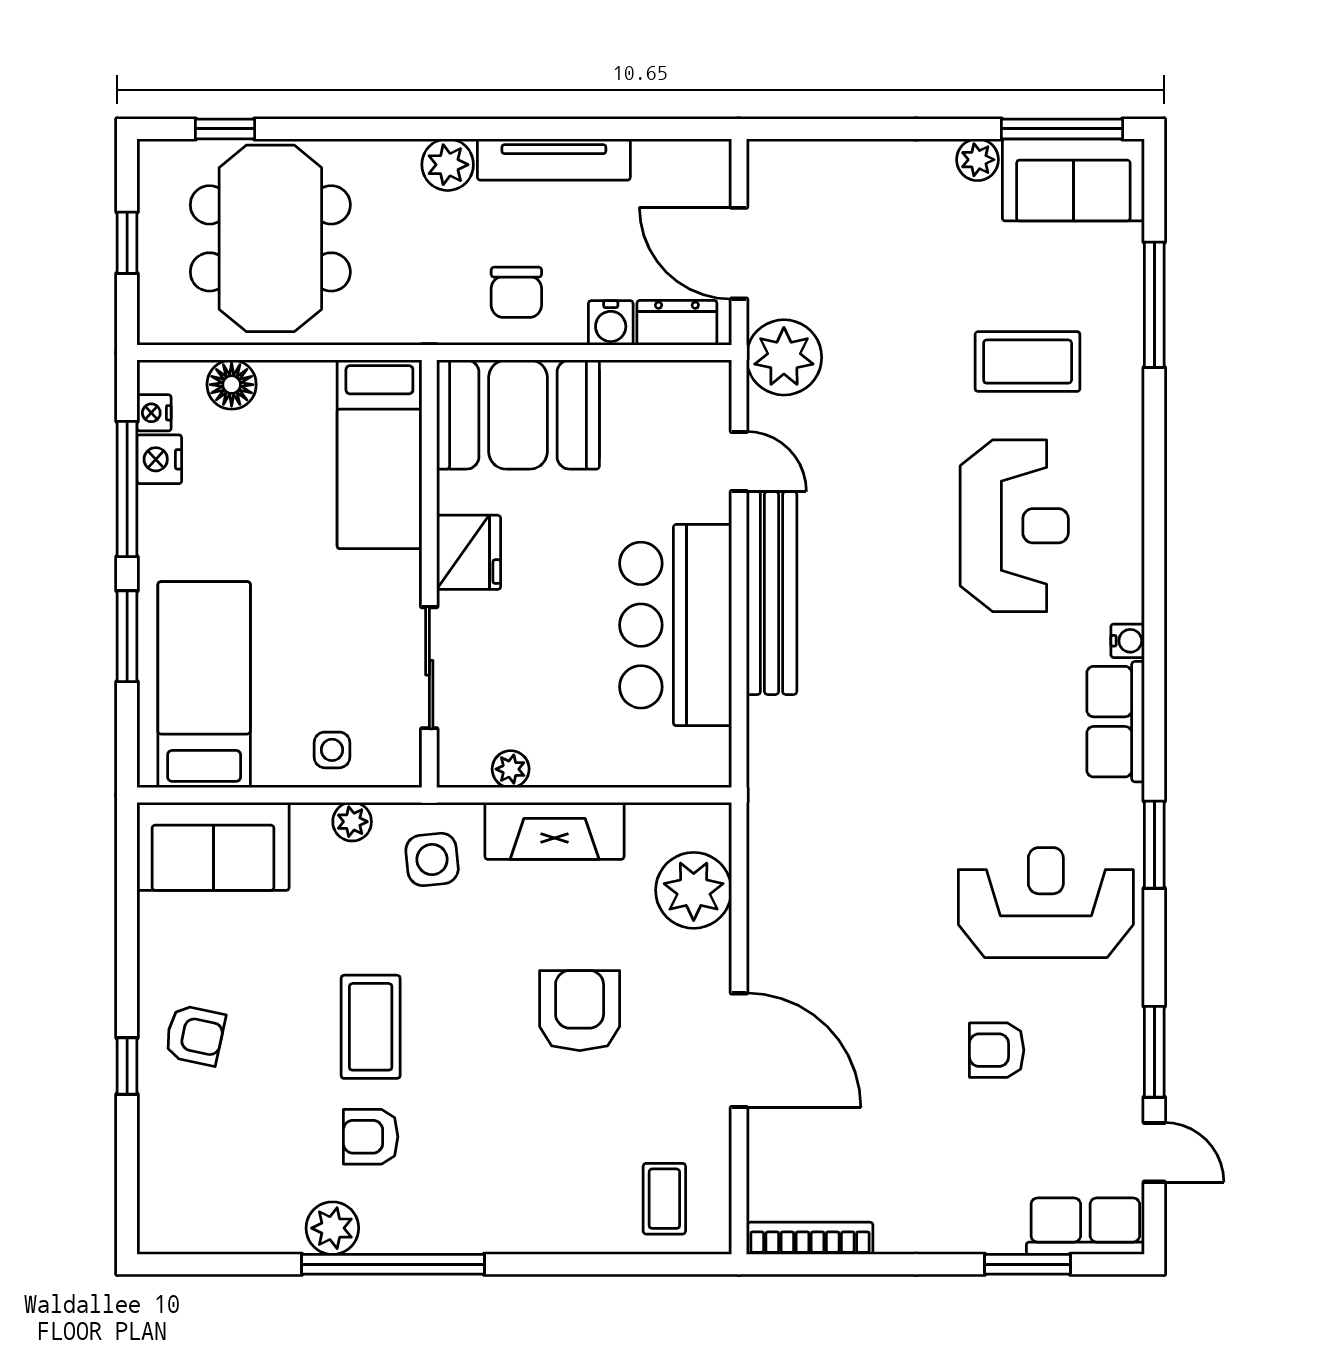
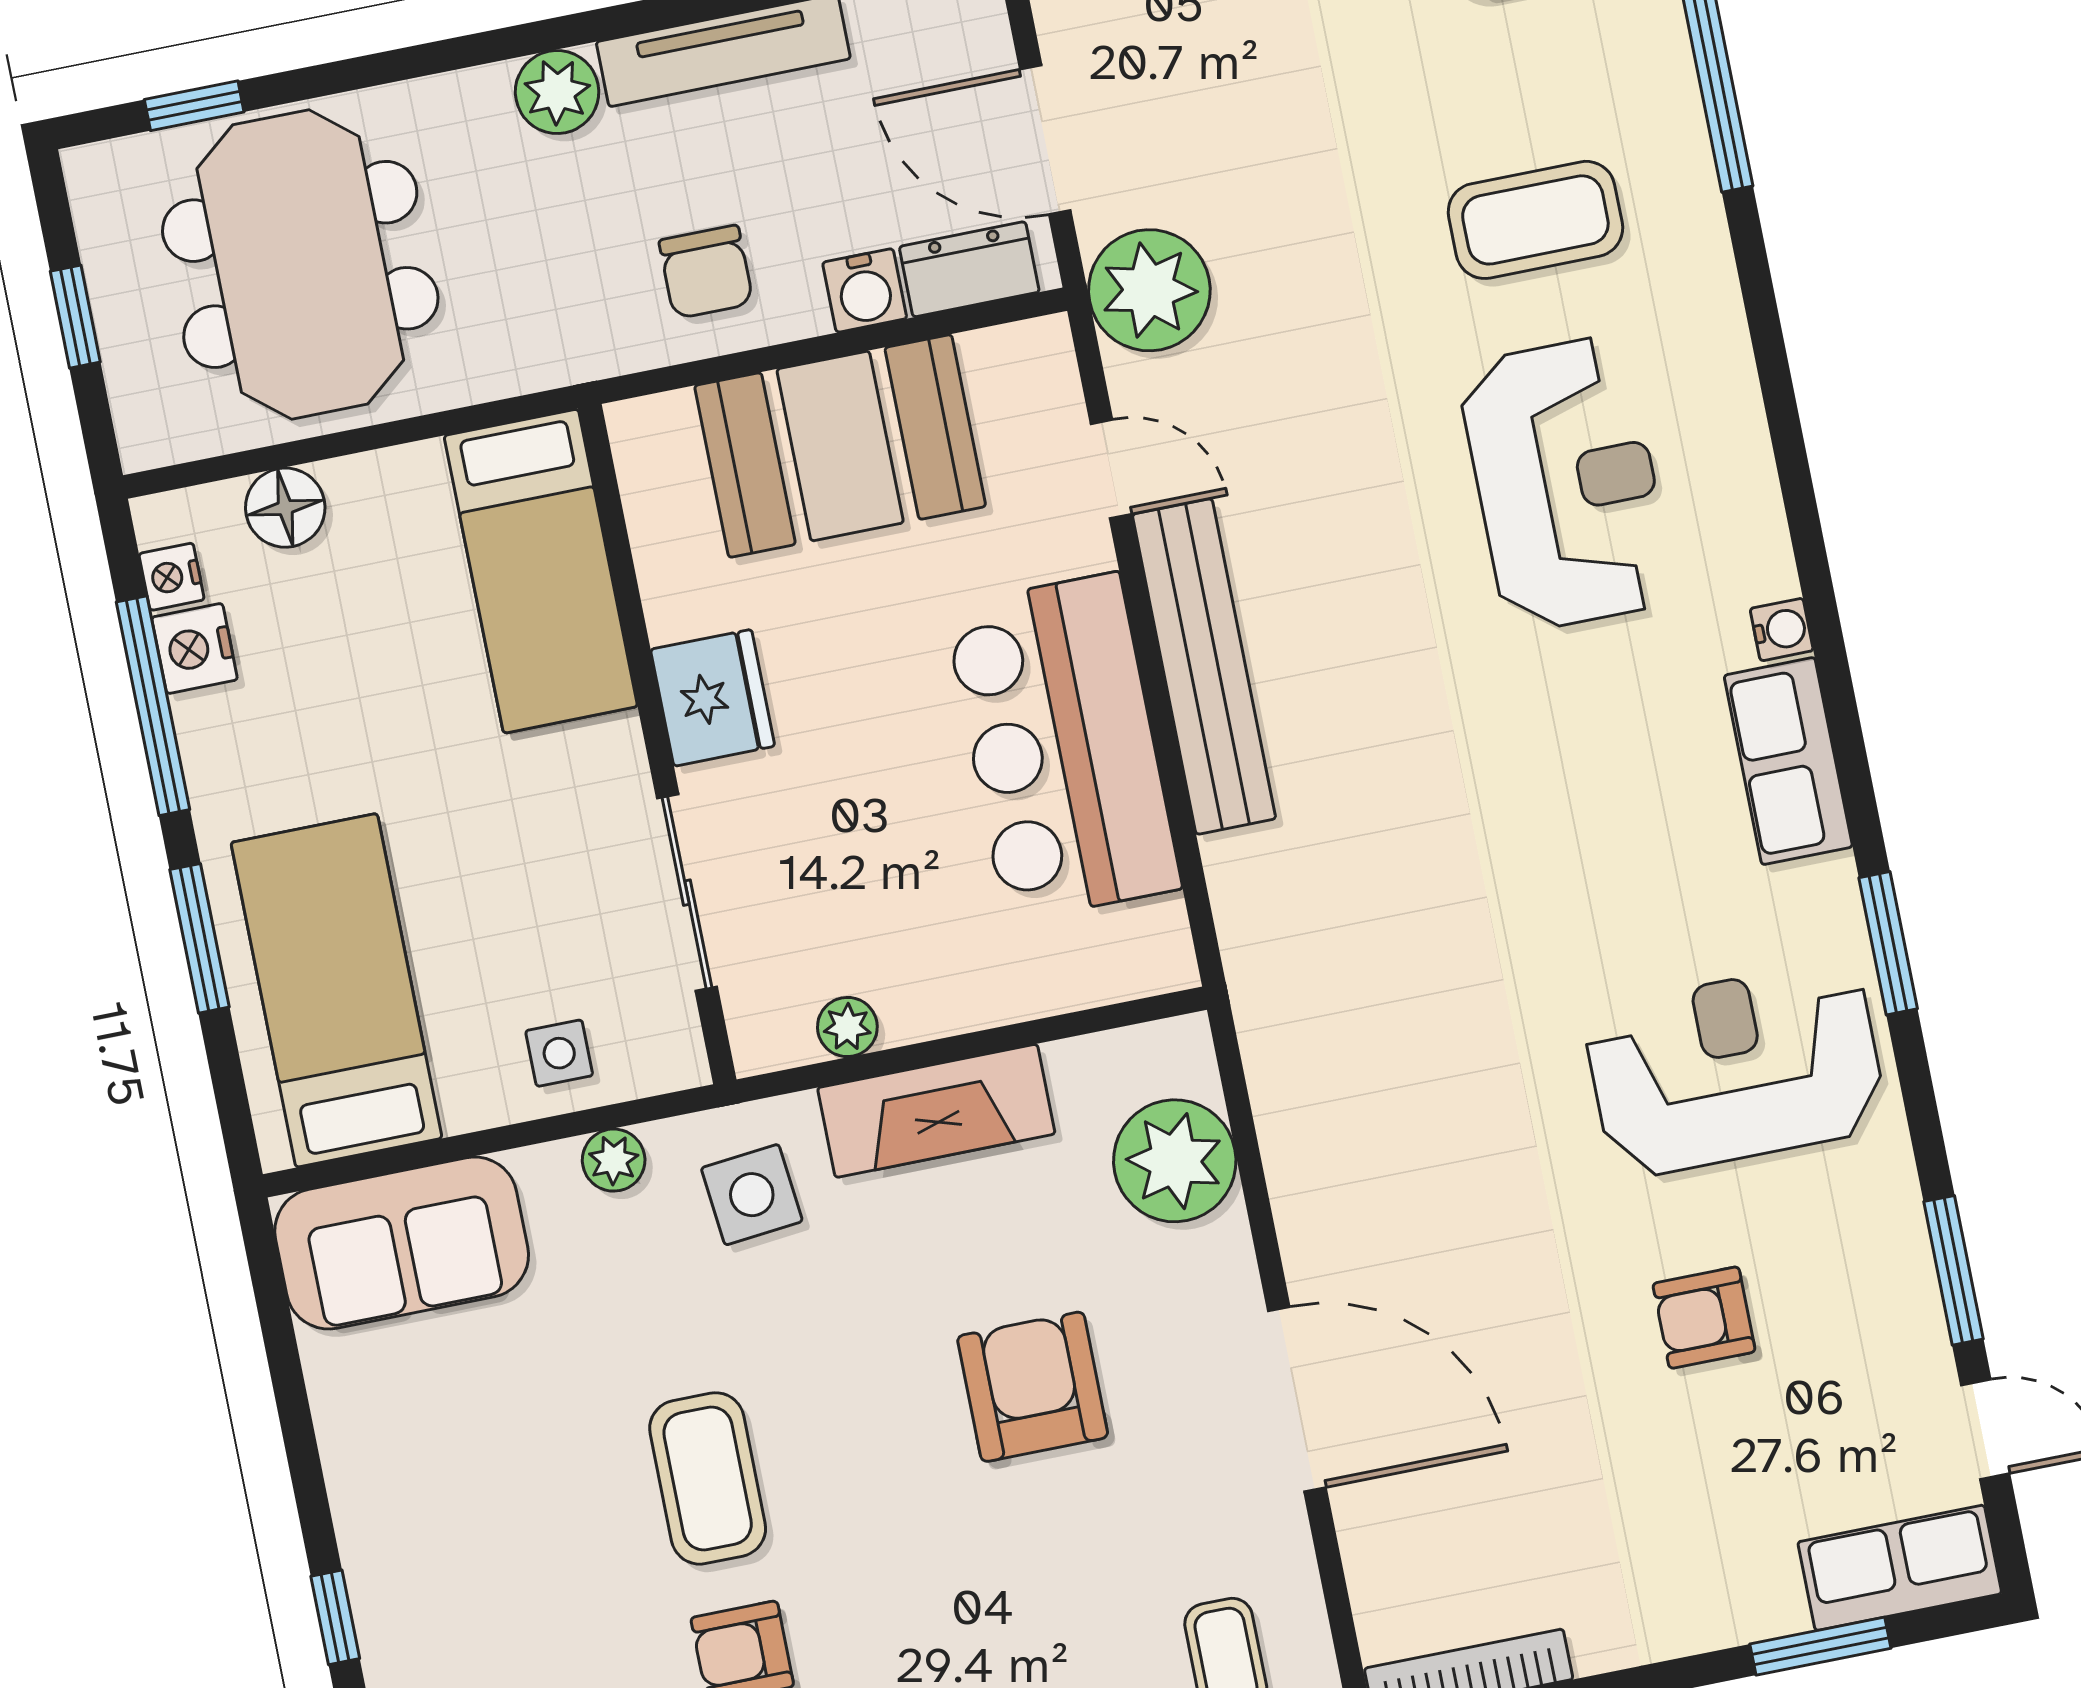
booth: (518, 415) -> (840, 446), moved
armchair: (195, 1035) -> (432, 1547), removed

